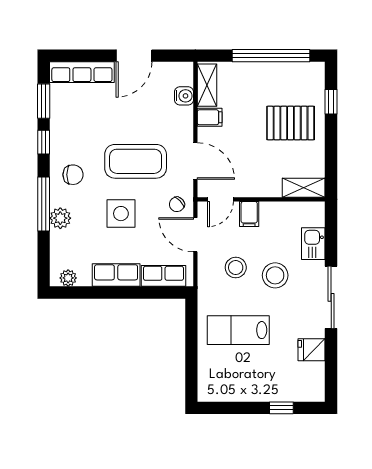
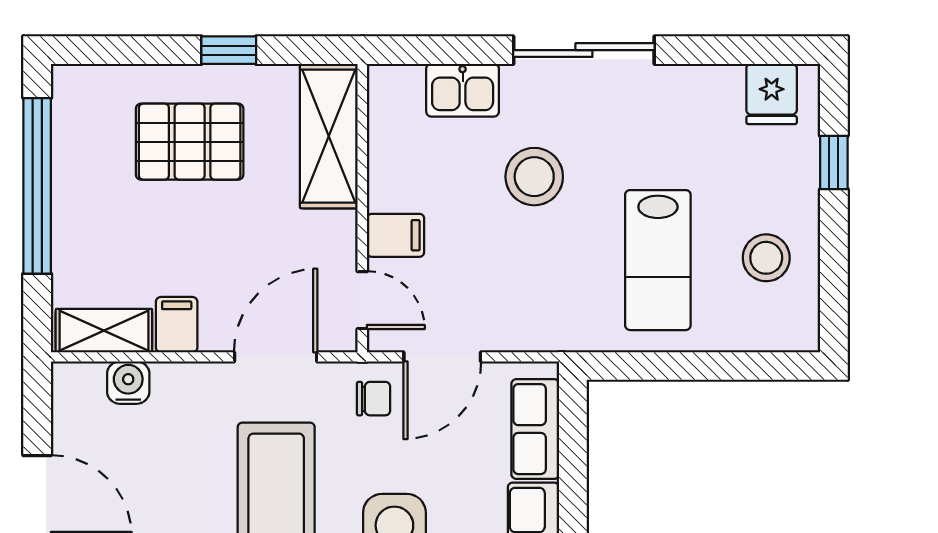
window: (331, 102) -> (229, 50), moved
pallet: (291, 123) -> (190, 142), turned 90
shelving: (304, 188) -> (329, 136), width x1.50, depth x1.33
chair: (177, 204) -> (374, 399), turned -47
stool: (236, 268) -> (766, 258), moved
fridge: (312, 350) -> (772, 94), moved

